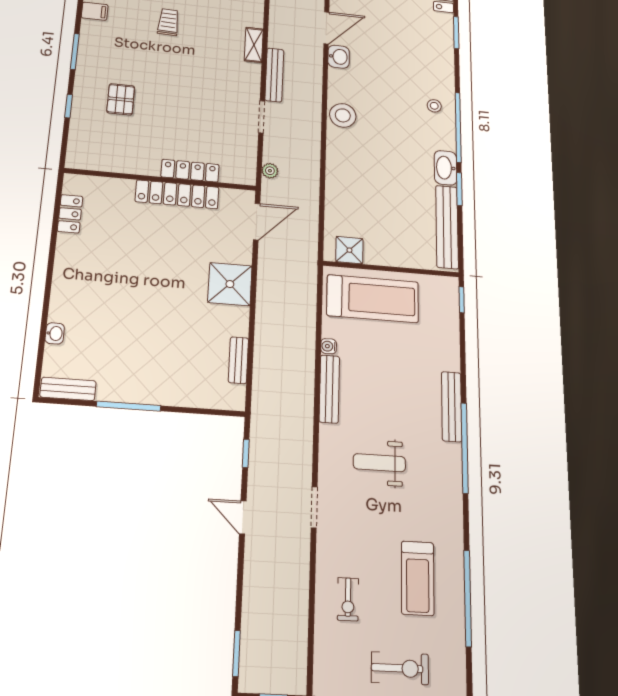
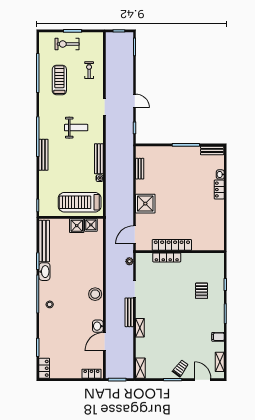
trolley: (168, 22) -> (182, 335), removed
locker: (70, 214) -> (219, 190), moved
shower: (379, 251) -> (77, 226), added

